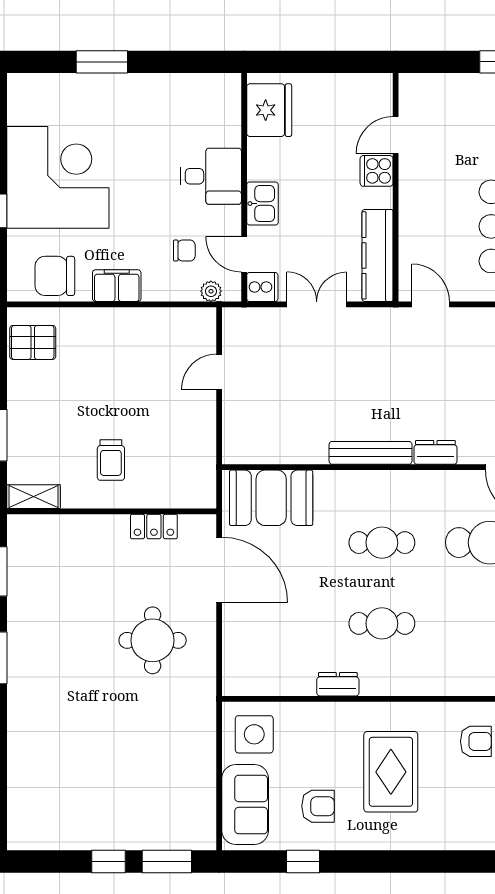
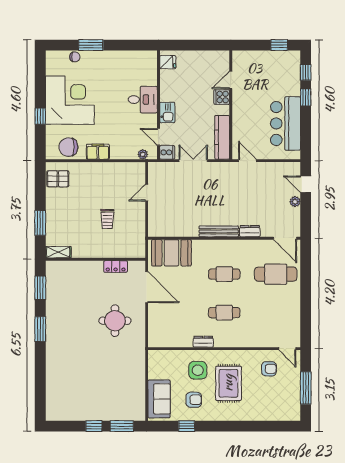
fridge: (269, 110) -> (168, 62), width x0.53, depth x0.75
chair: (184, 251) -> (75, 57), moved
trolley: (111, 460) -> (107, 219), moved
side table: (254, 734) -> (198, 370), moved

